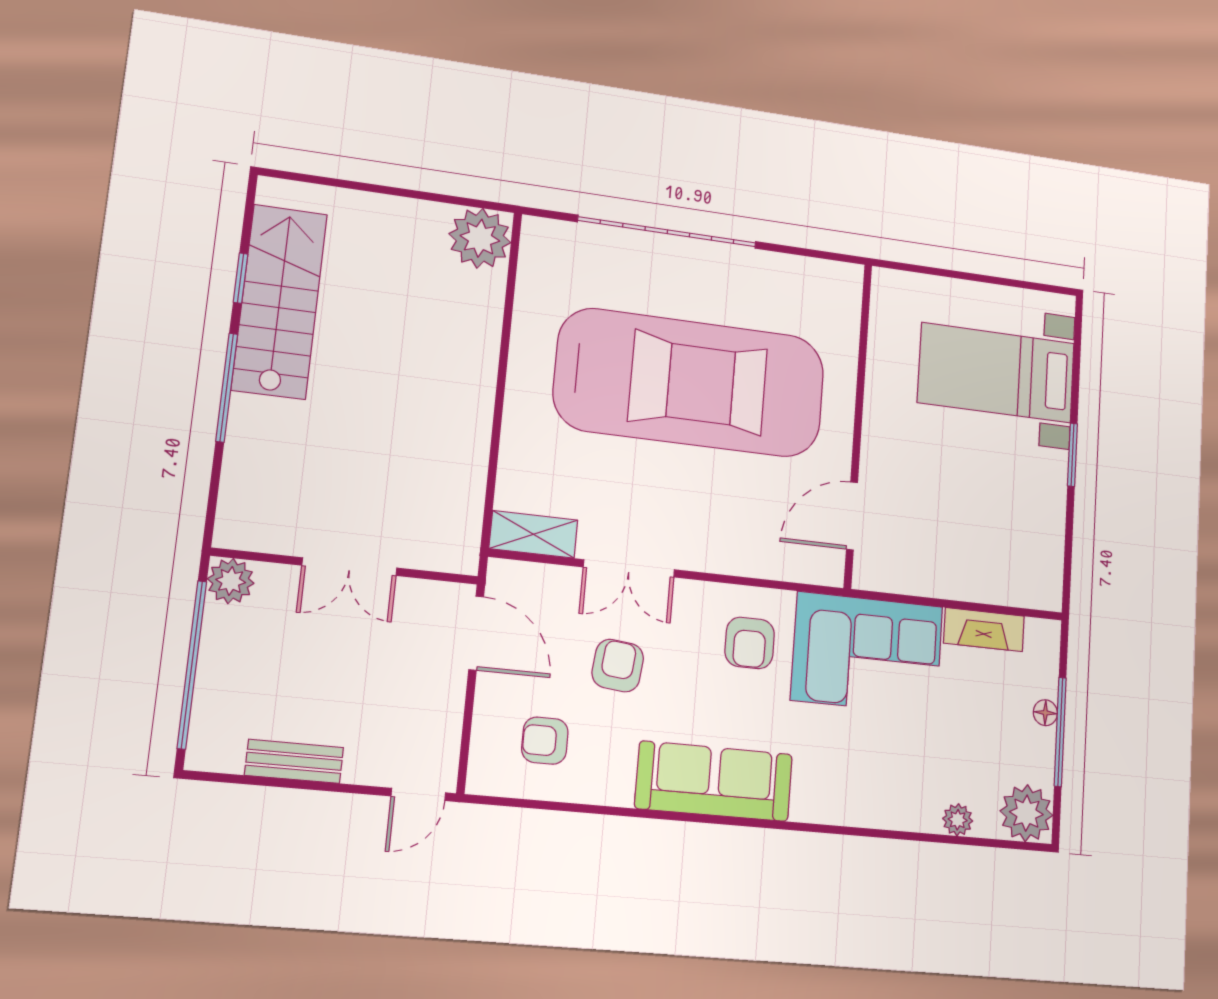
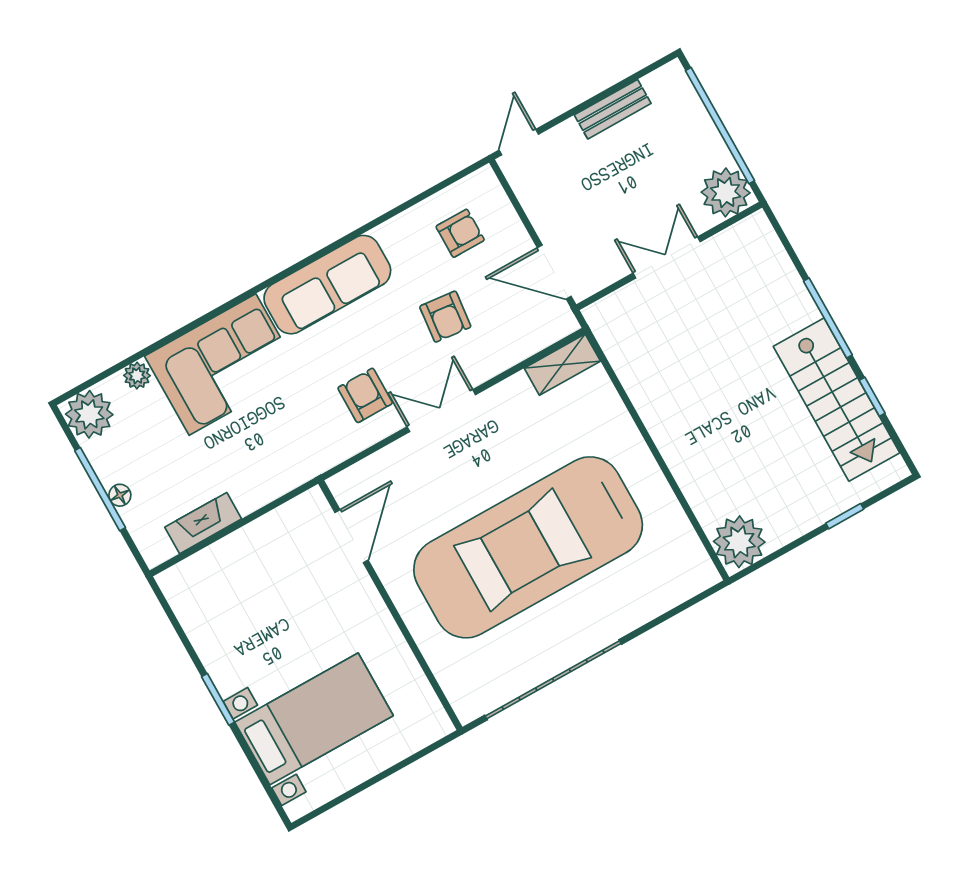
window: (357, 186) -> (845, 516), added
garage door: (667, 232) -> (553, 680), moved
double door: (629, 568) -> (441, 411), moved
plant: (231, 581) -> (726, 192), width x1.36, depth x1.36
corner sofa: (867, 653) -> (222, 365), moved, turned 180

